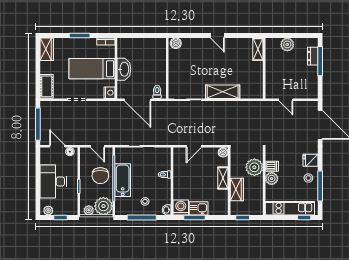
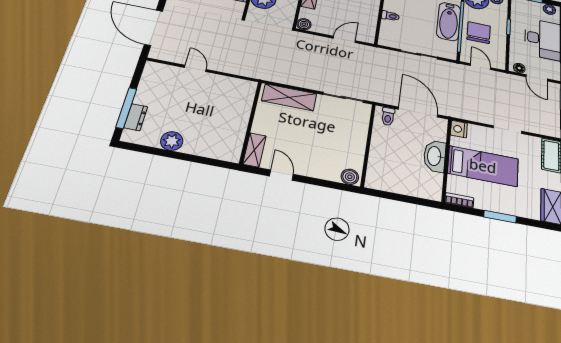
shelving: (258, 49) -> (254, 150), moved
wall: (264, 68) -> (251, 122), moved

